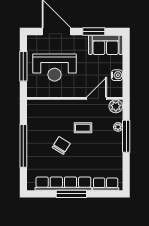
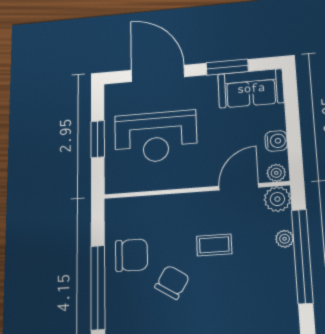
window: (23, 66) -> (98, 139), width x0.69
plant: (116, 92) -> (276, 173), added
chair: (41, 130) -> (131, 255), added
window: (126, 136) -> (302, 256), width x1.46

